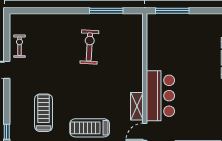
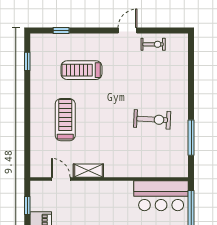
bar counter: (160, 96) -> (161, 196), moved
treadmill: (44, 113) -> (81, 70), turned 180

